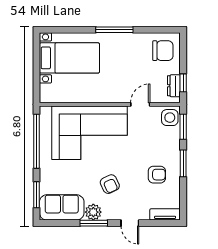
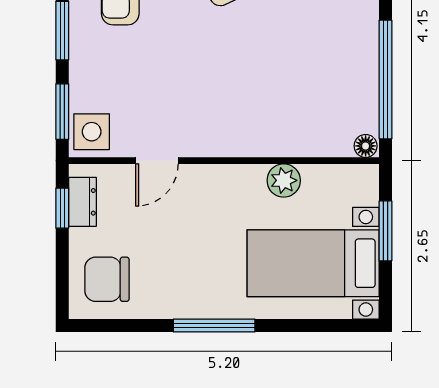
window: (37, 73) -> (385, 231), added
plant: (83, 95) -> (284, 180), added
floor lamp: (46, 111) -> (366, 146), added
corner sofa: (90, 133) -> (269, 98), removed

